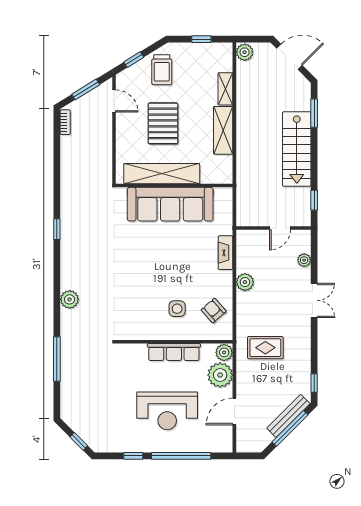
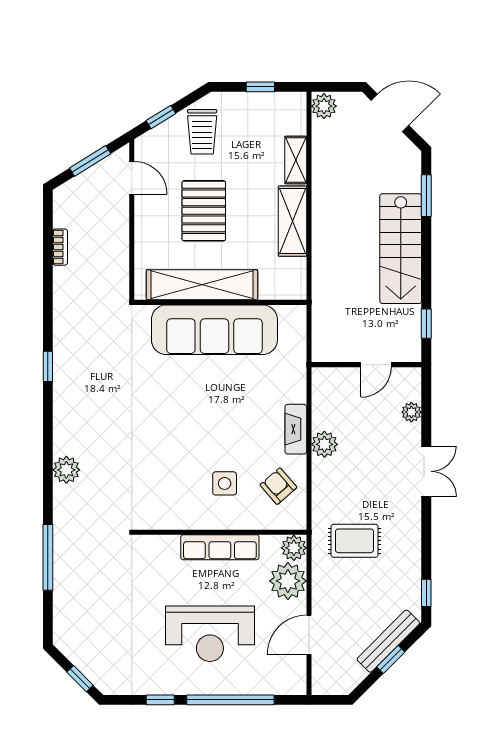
bookcase: (65, 122) -> (60, 247), moved
fireplace: (226, 253) -> (296, 429), moved
window: (290, 428) -> (391, 660), width x0.46

